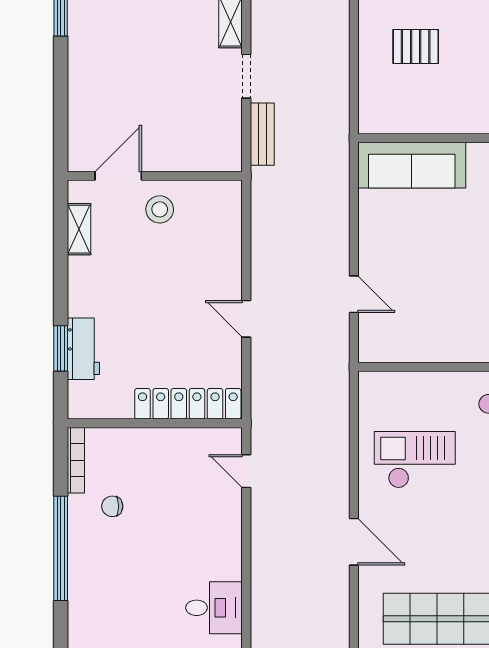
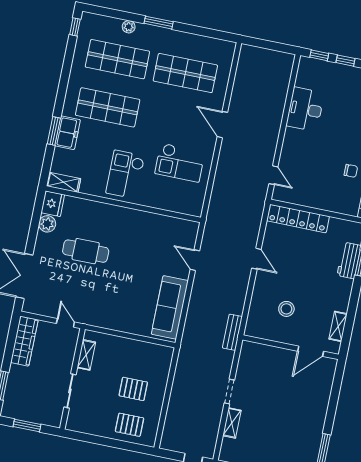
bench: (262, 134) -> (232, 332), moved
sofa: (412, 165) -> (170, 307), moved, turned -90
stool: (160, 209) -> (286, 309), moved
desk: (214, 608) -> (305, 109), width x1.37

